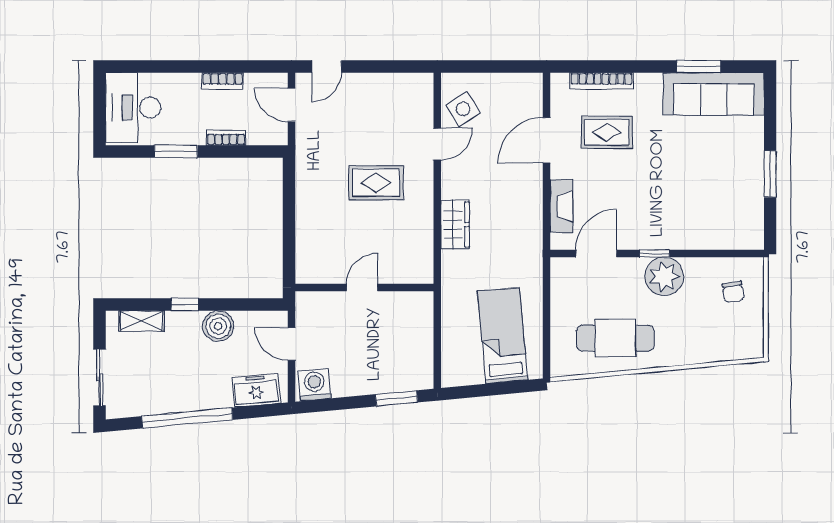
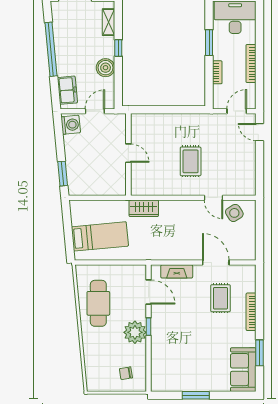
bookcase: (223, 81) -> (251, 63), width x1.56
bookcase: (602, 81) -> (251, 312), moved
sofa: (714, 94) -> (243, 370), width x0.73
wardrobe: (455, 224) -> (144, 208), moved

